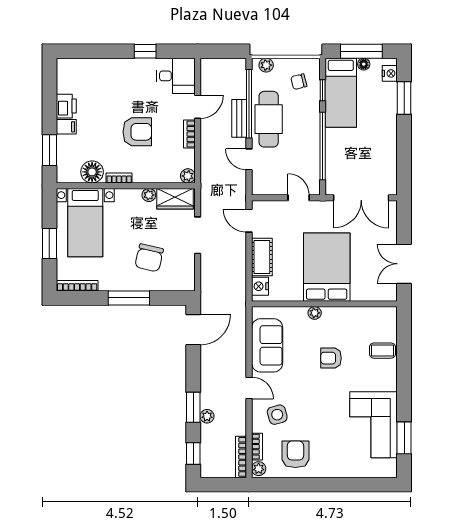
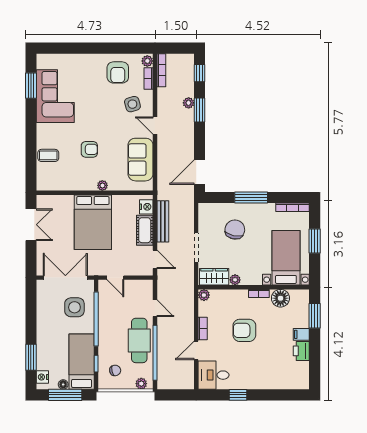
bench: (239, 118) -> (163, 221), moved, width x1.36
side table: (350, 161) -> (74, 307), added

